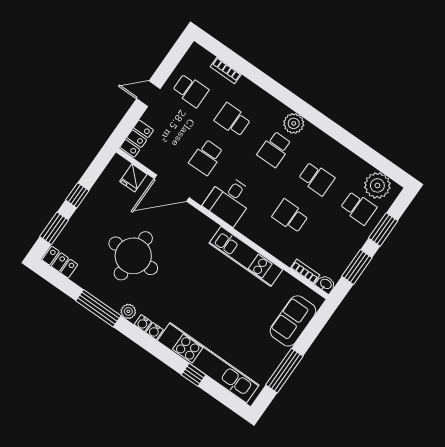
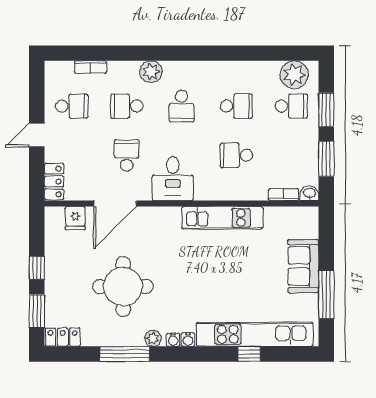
plant: (294, 123) -> (151, 72), moved
school desk: (206, 157) -> (127, 155), turned 180
sofa: (293, 321) -> (303, 266), moved

